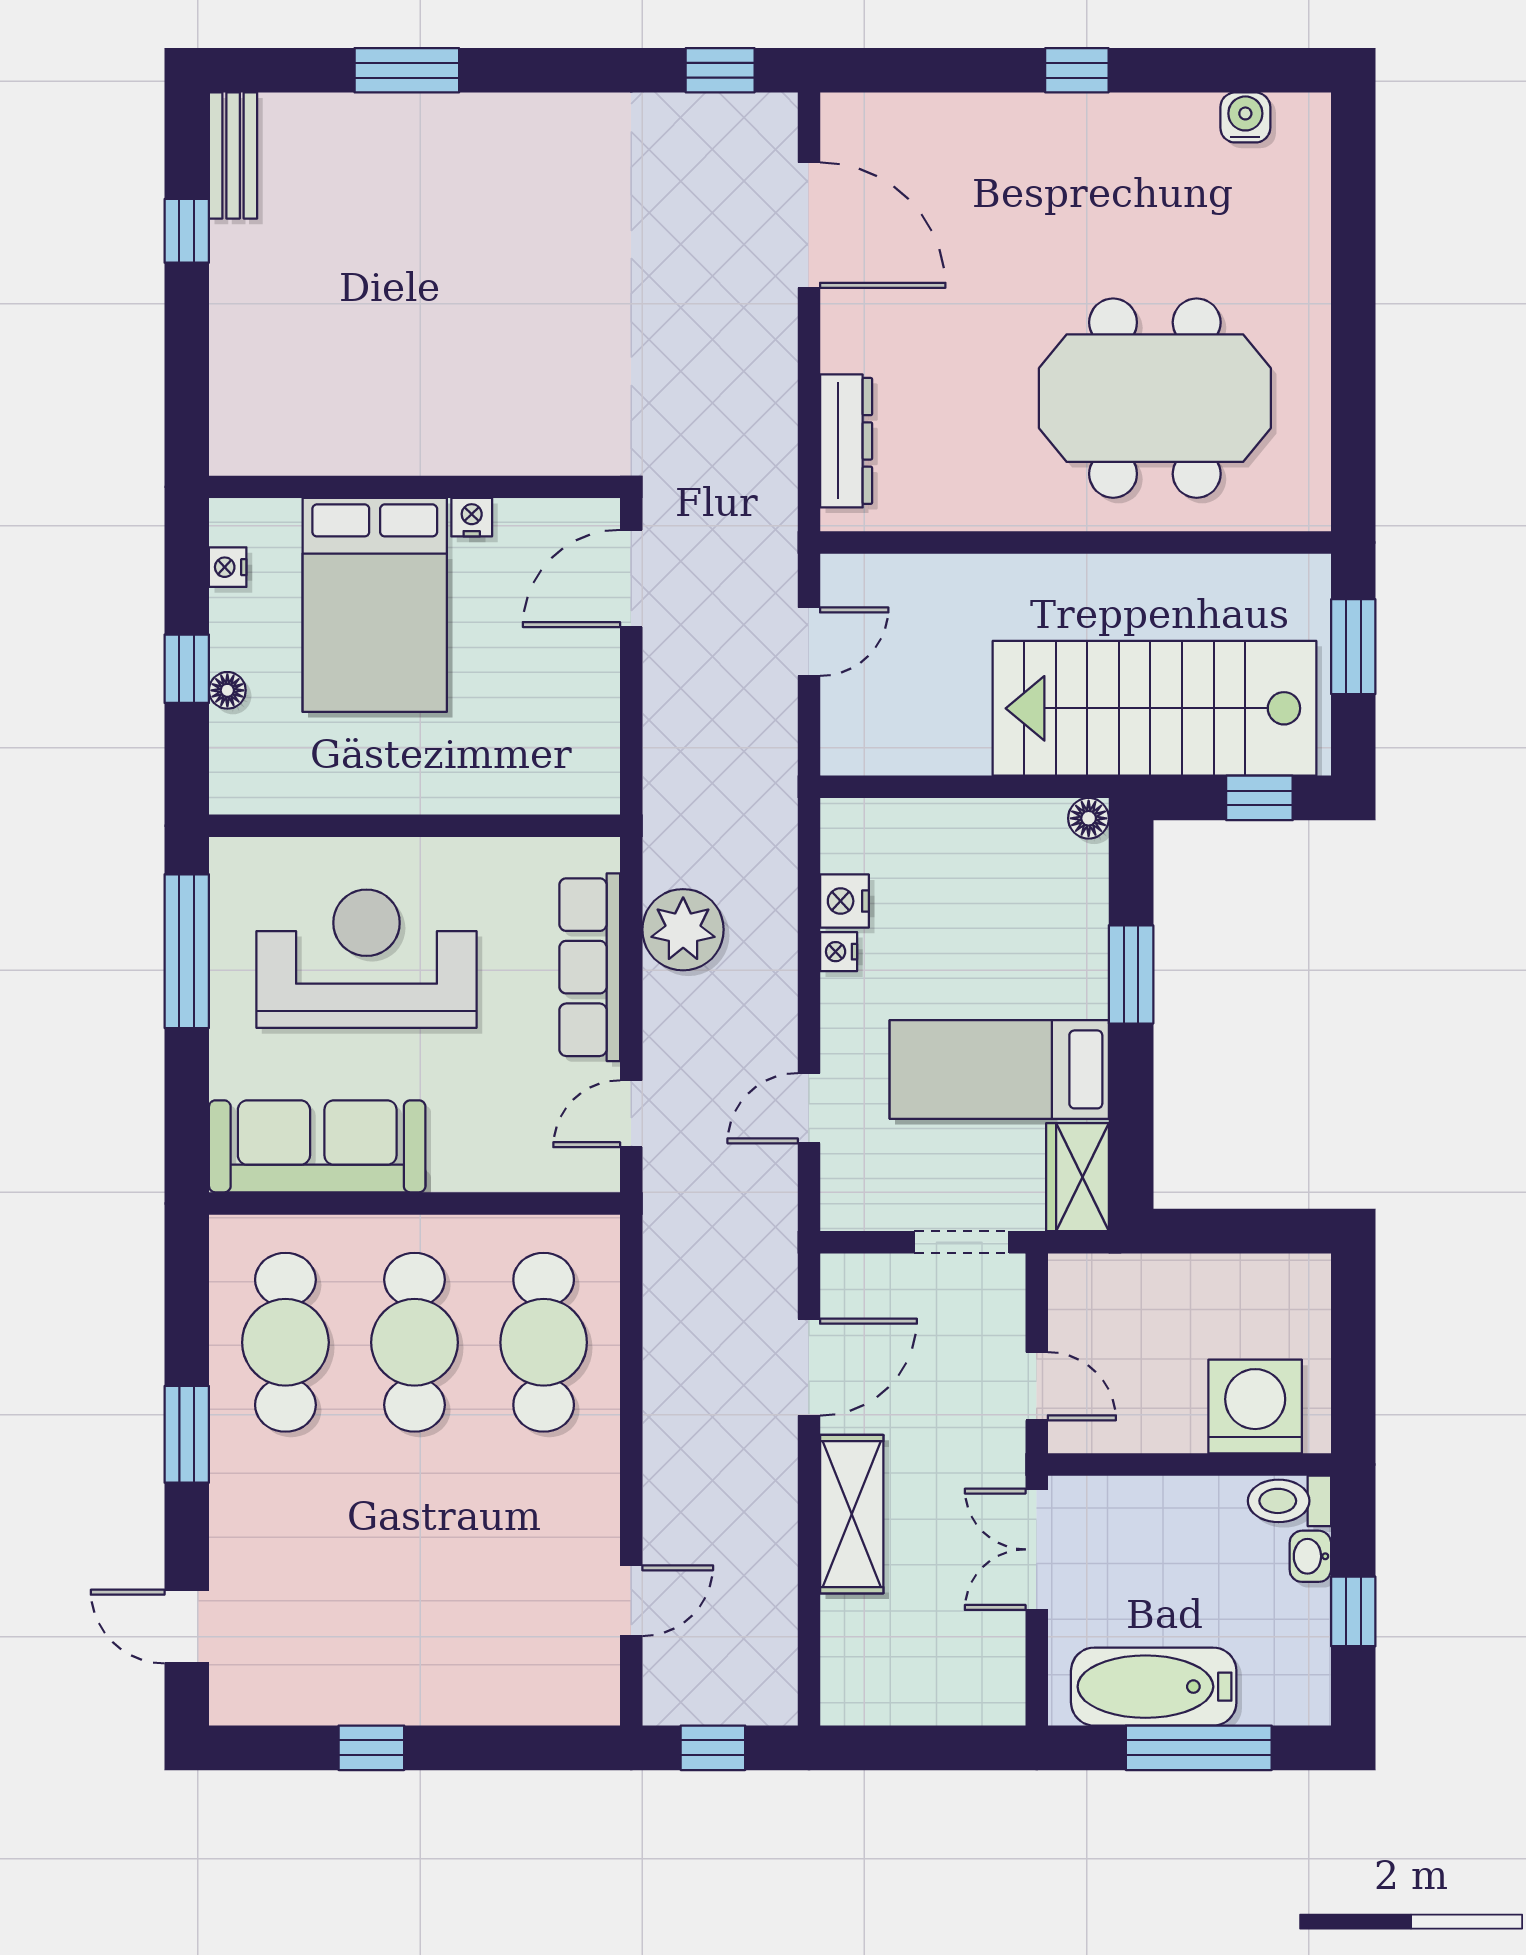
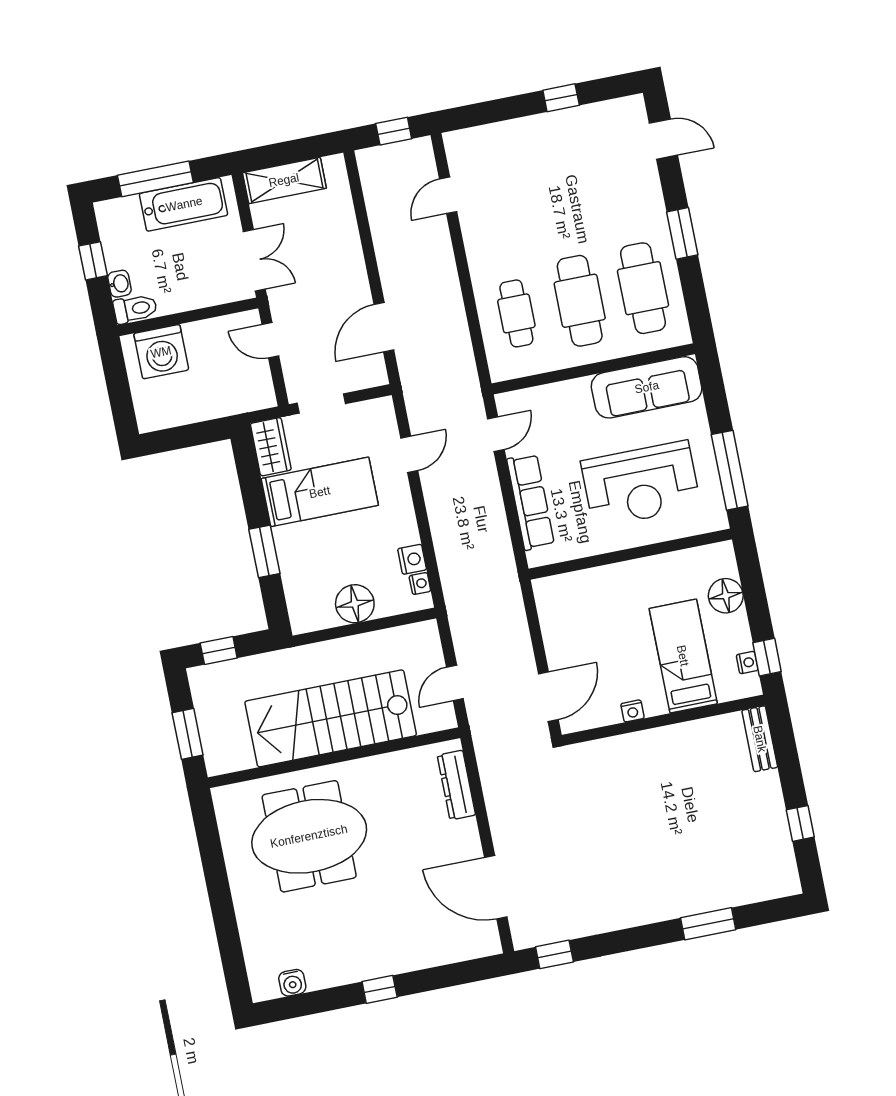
bench: (233, 156) -> (760, 739), moved
bed: (375, 605) -> (683, 656), width x0.67
window: (187, 669) -> (767, 657), moved
floor lamp: (227, 690) -> (726, 596), width x1.89, depth x1.89
stairs: (1154, 708) -> (331, 718), moved, turned 180
floor lamp: (1089, 818) -> (355, 604), moved, width x1.89, depth x1.89
plant: (683, 930) -> (488, 529), removed
nightstand: (839, 952) -> (420, 583), moved
cafe table: (544, 1342) -> (516, 313), width x0.73, depth x0.74
shelving: (852, 1514) -> (284, 180), moved, turned 90

